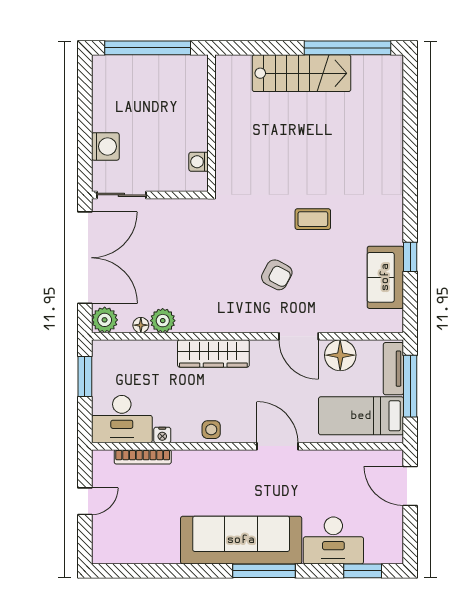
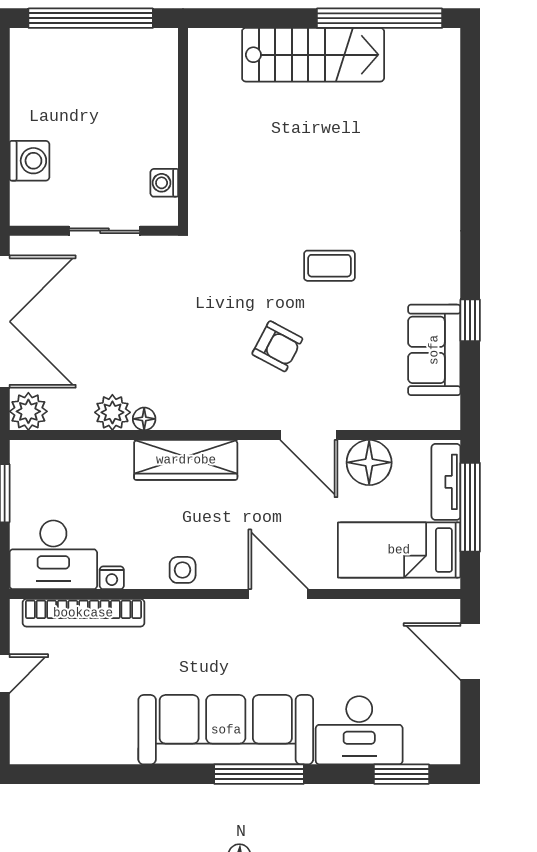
sliding door: (121, 195) -> (104, 231), moved
floor lamp: (141, 325) -> (144, 419), moved
bookcase: (143, 457) -> (83, 613), width x1.48, depth x1.31

